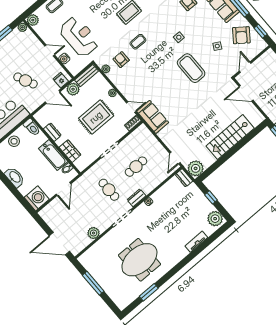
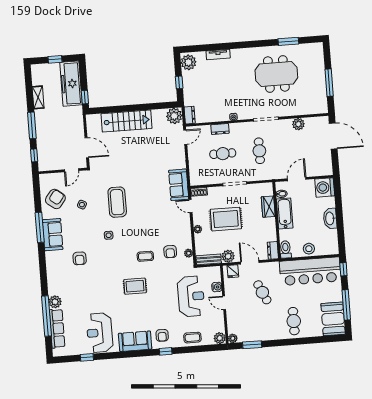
window: (261, 31) -> (37, 191), removed
reception desk: (79, 36) -> (191, 296), turned 180
dresser: (52, 132) -> (273, 250), moved
dresser: (136, 198) -> (220, 129), moved

